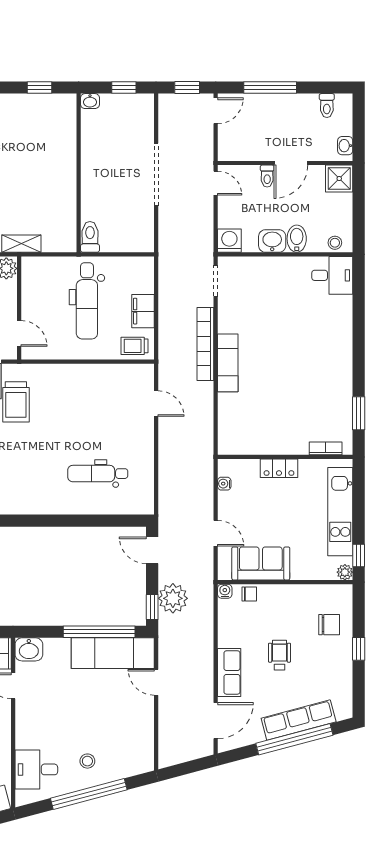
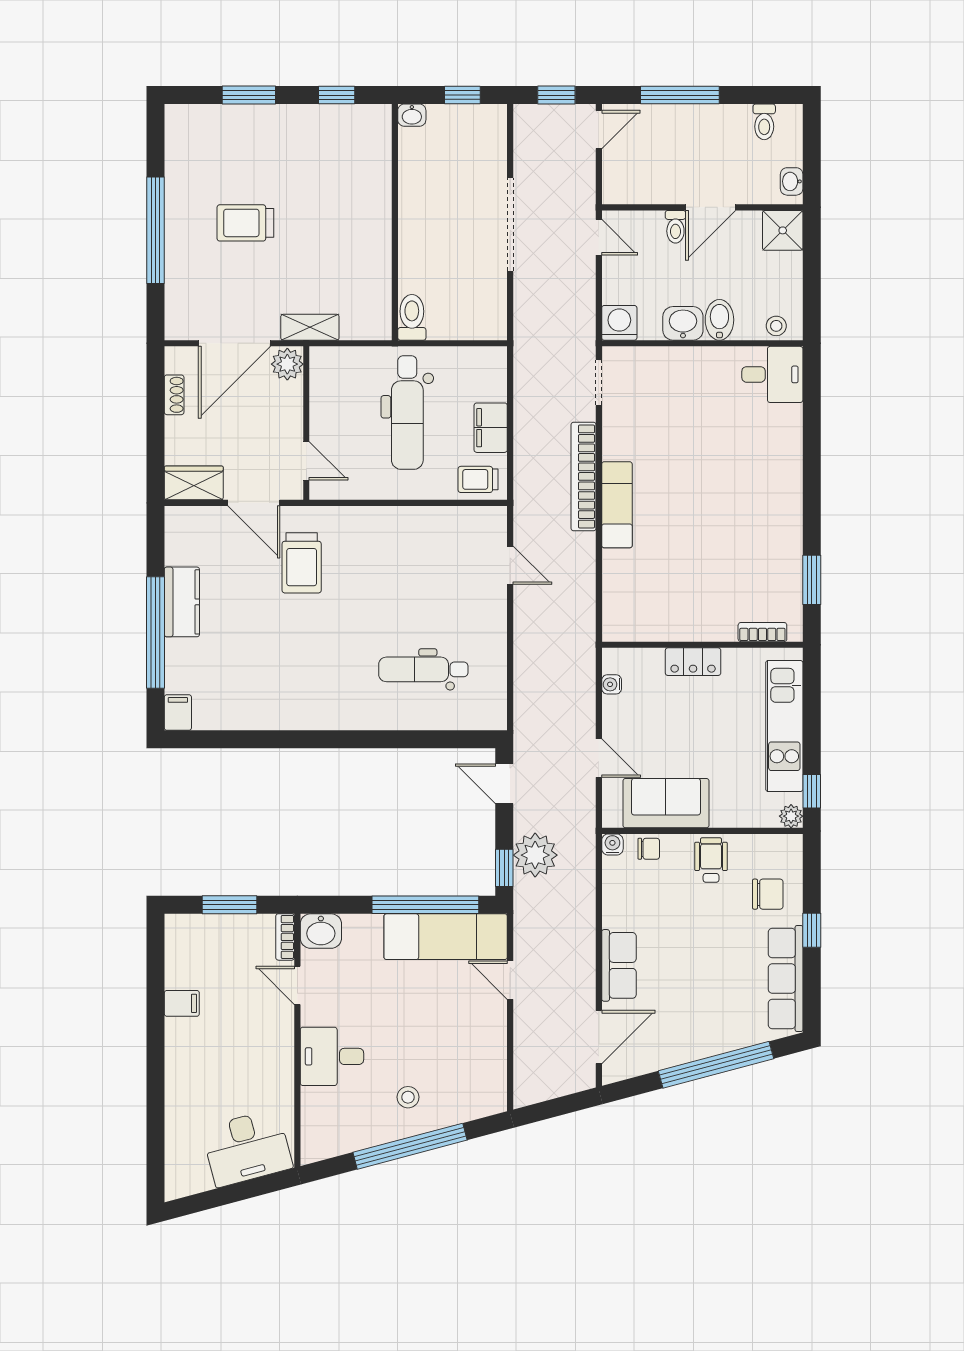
wheelchair: (279, 655) -> (711, 860), moved
row of seats: (299, 720) -> (786, 979), moved, turned -75
desk: (36, 769) -> (332, 1056), moved

